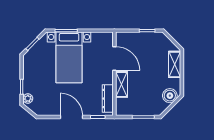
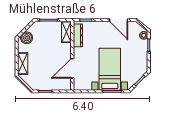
door: (114, 58) -> (72, 68), hinge flipped
shelving: (122, 84) -> (66, 32), moved
door: (71, 117) -> (119, 20), moved

